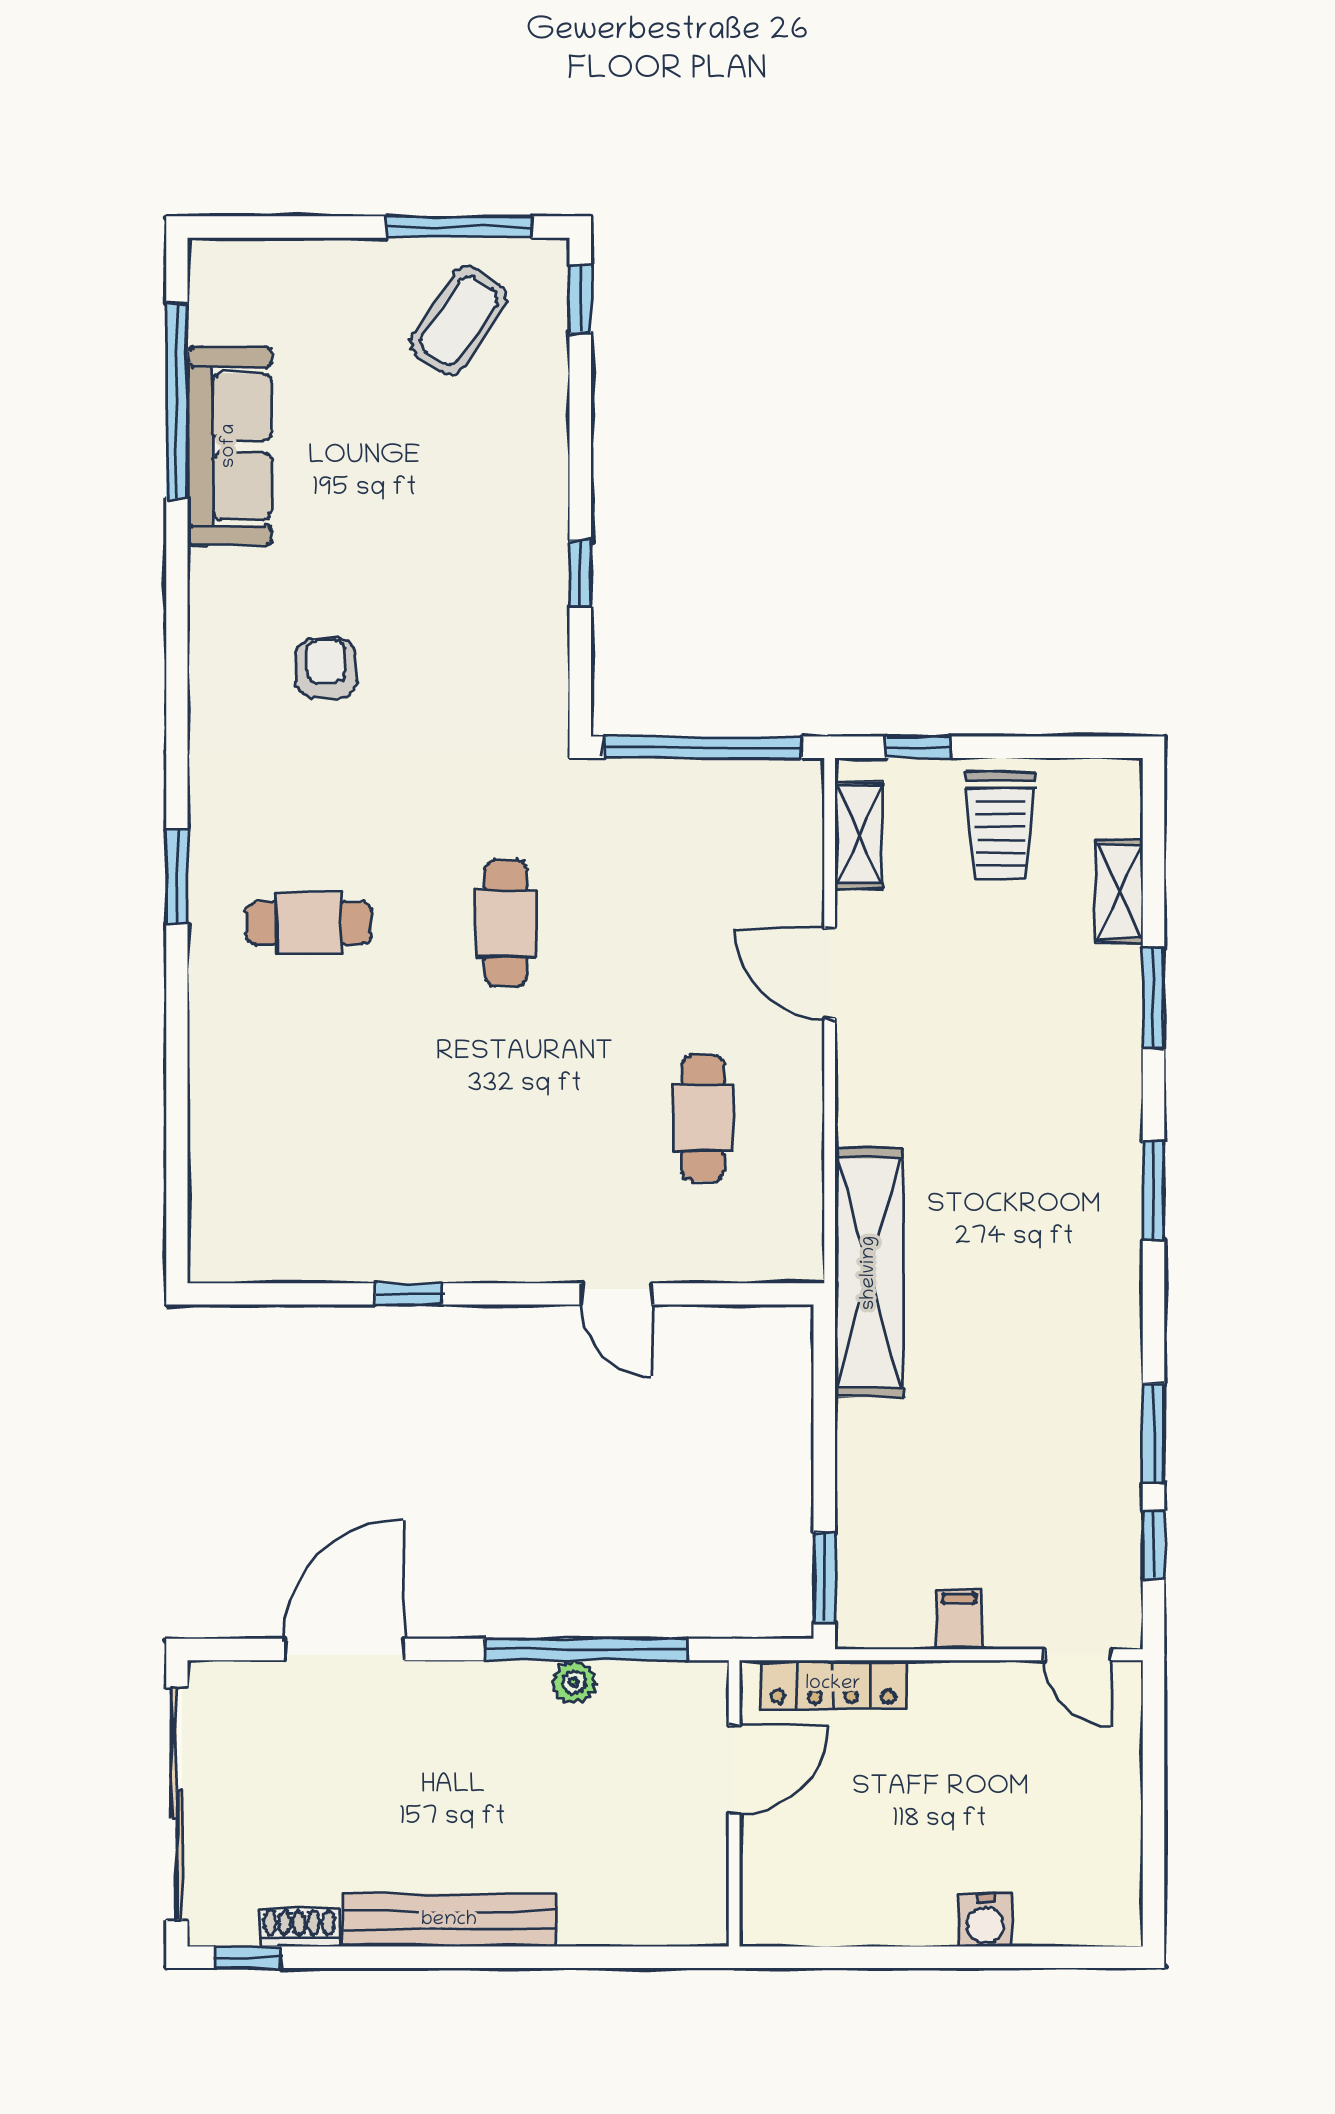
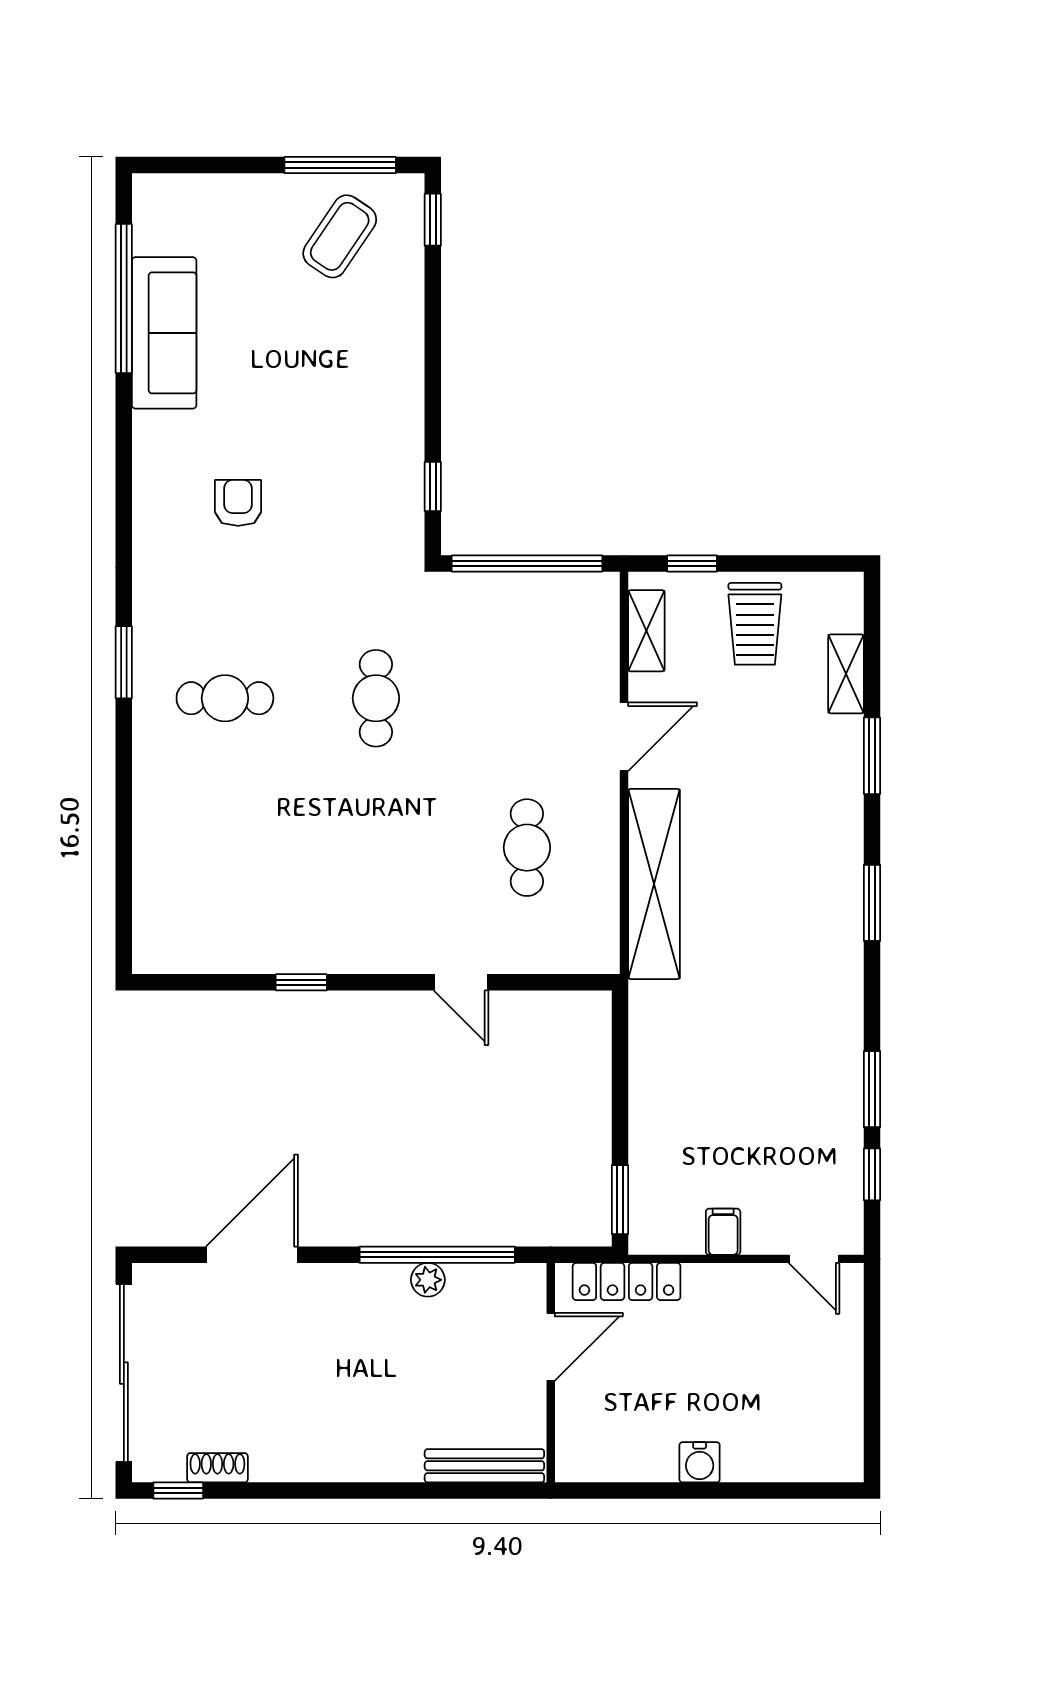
window: (580, 573) -> (433, 487), moved
door: (830, 973) -> (624, 737), swing flipped
shelving: (869, 1273) -> (654, 884), moved
bench: (449, 1920) -> (484, 1466), moved, width x0.73, depth x0.82
water cooler: (985, 1920) -> (700, 1462), moved

